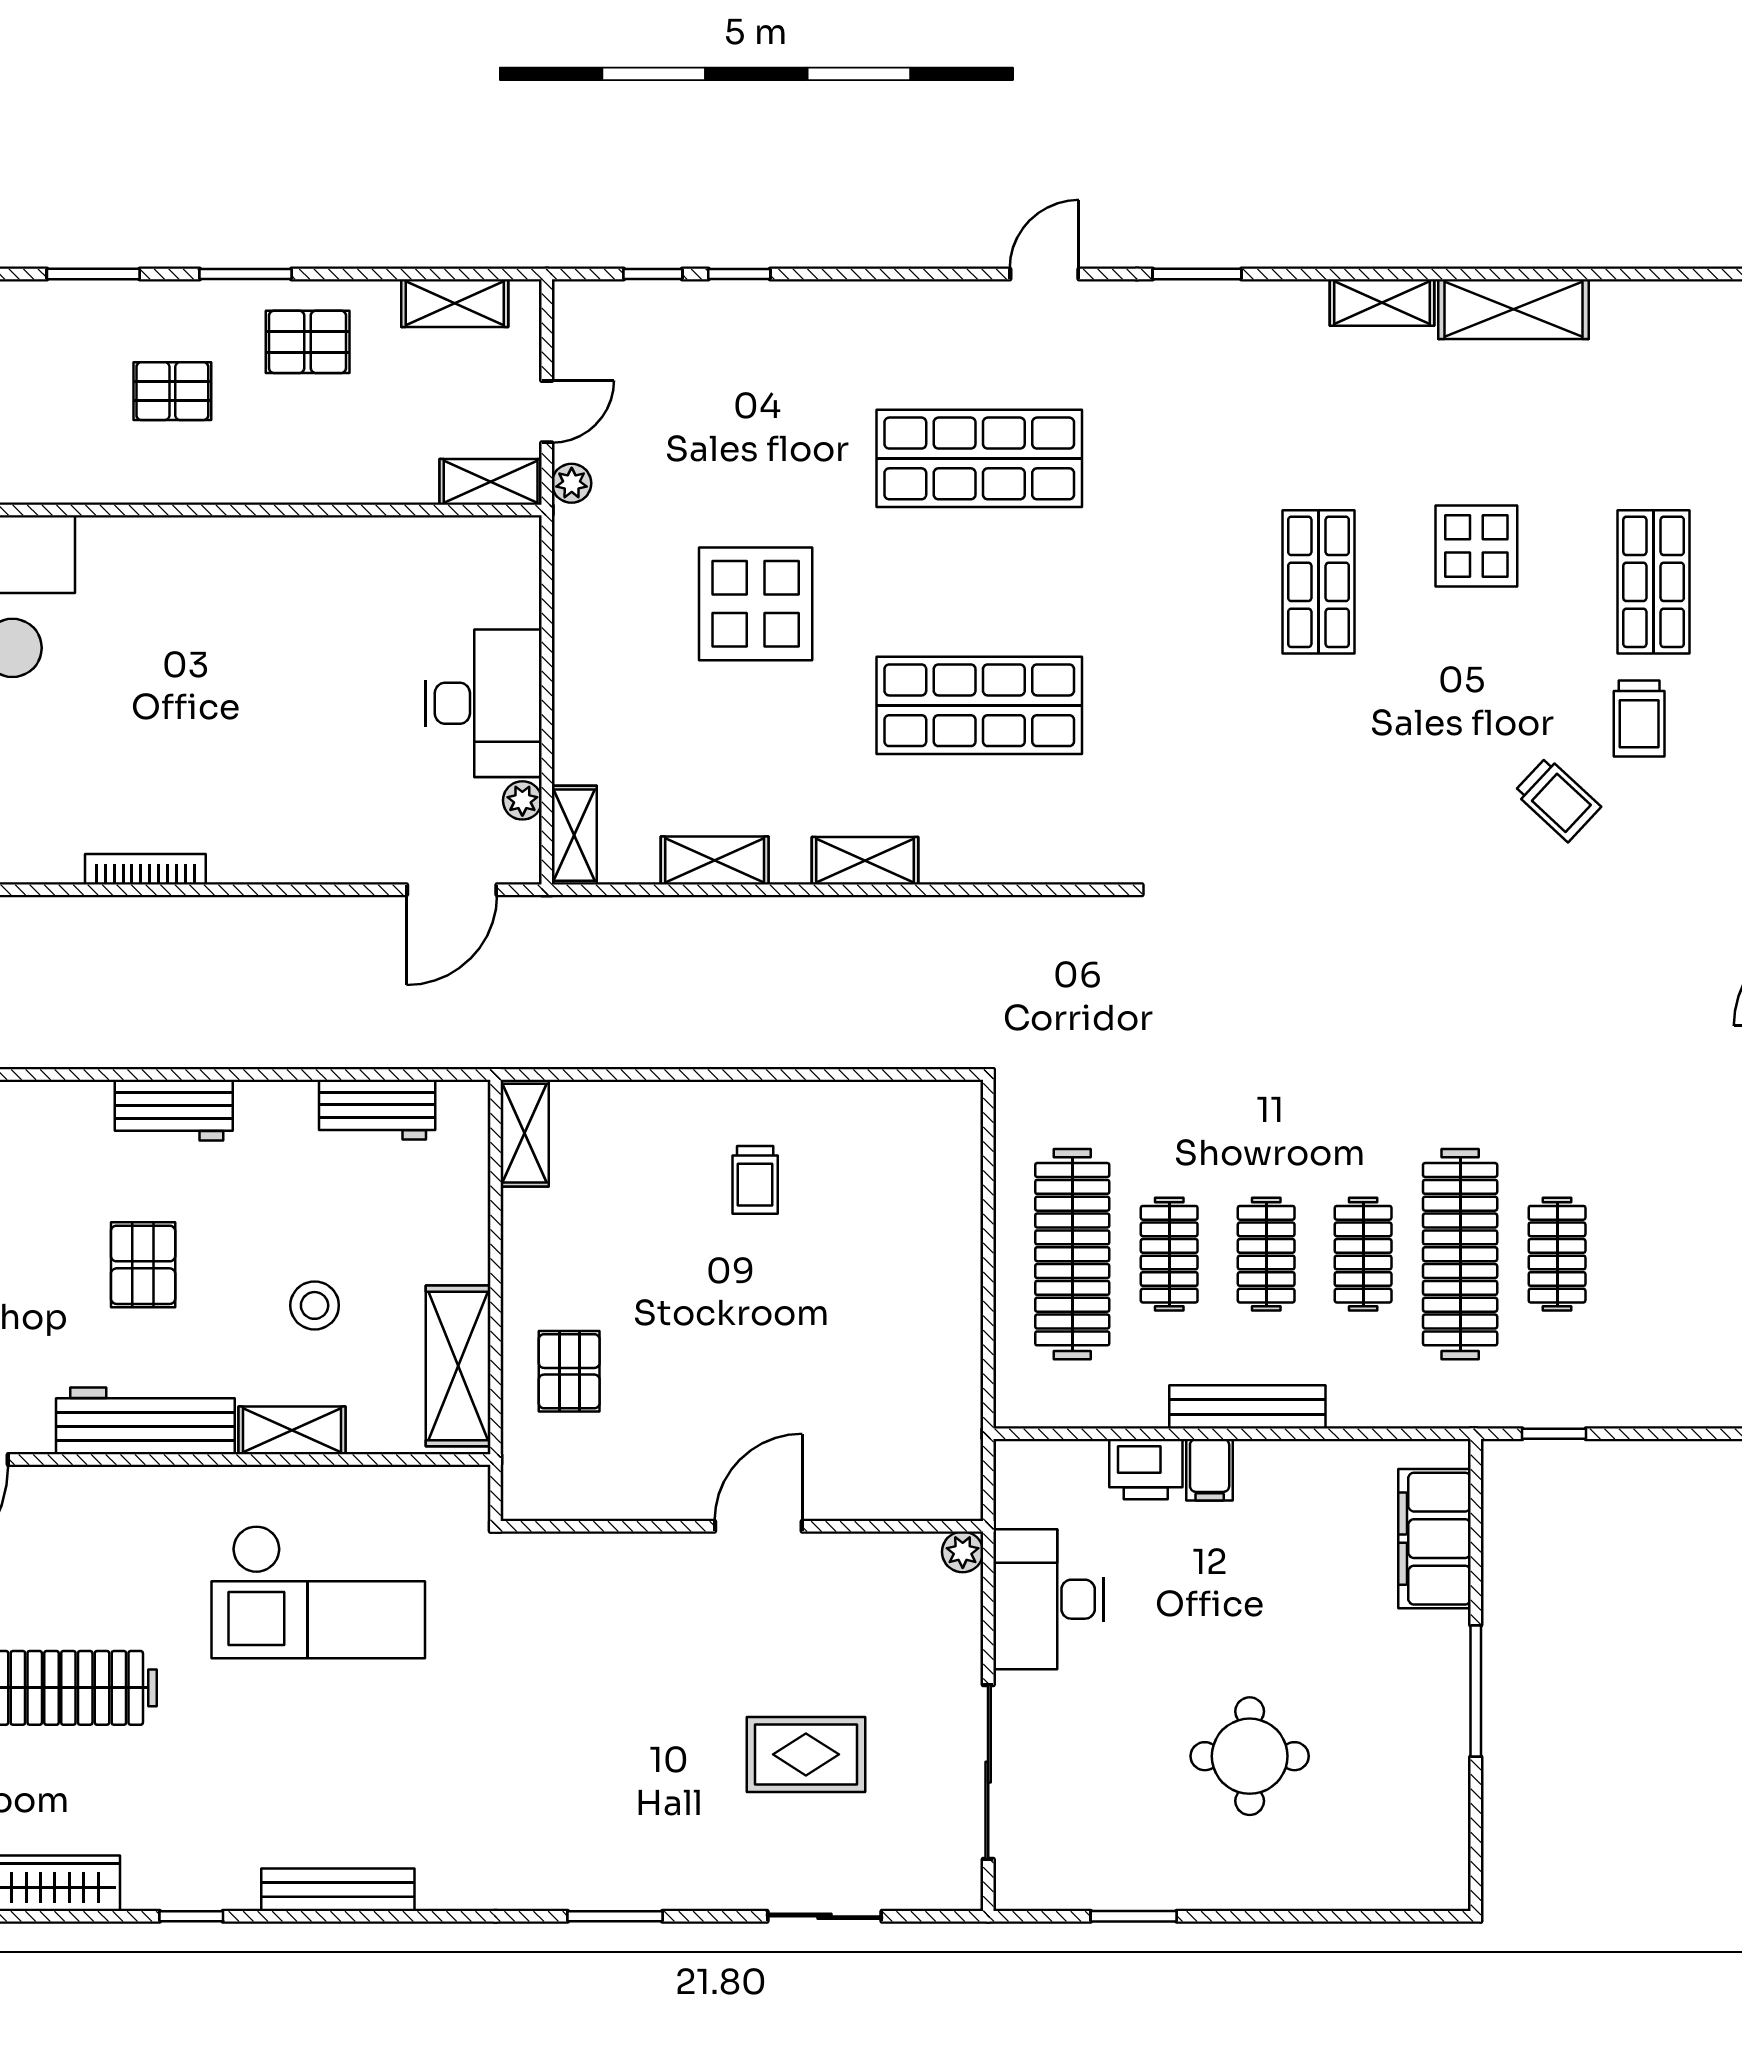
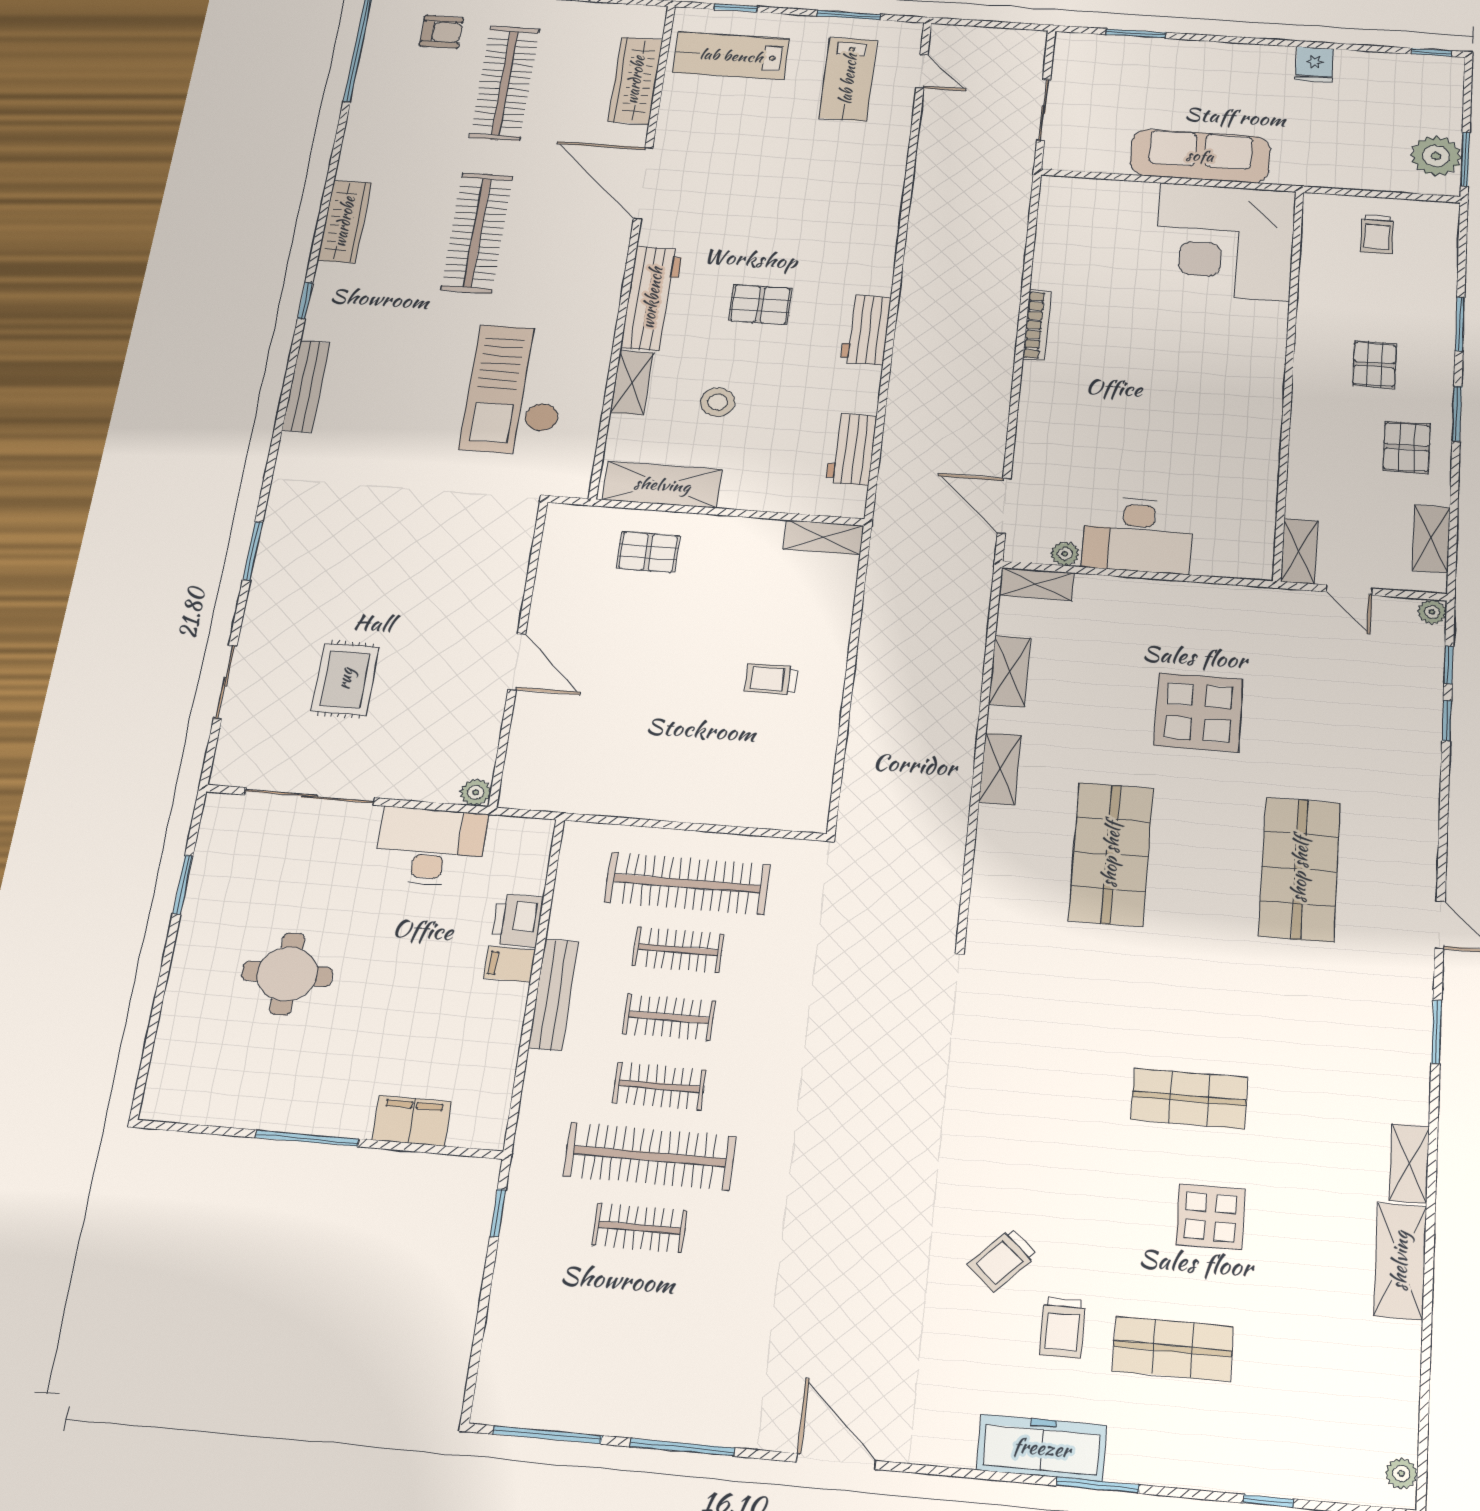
plant: (572, 483) -> (1432, 612), moved
trolley: (1639, 718) -> (1062, 1328), turned -90
filing cabinet: (1434, 1539) -> (412, 1121), width x0.67, depth x0.86

